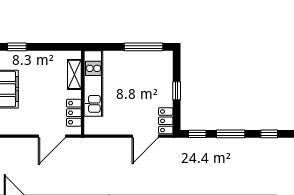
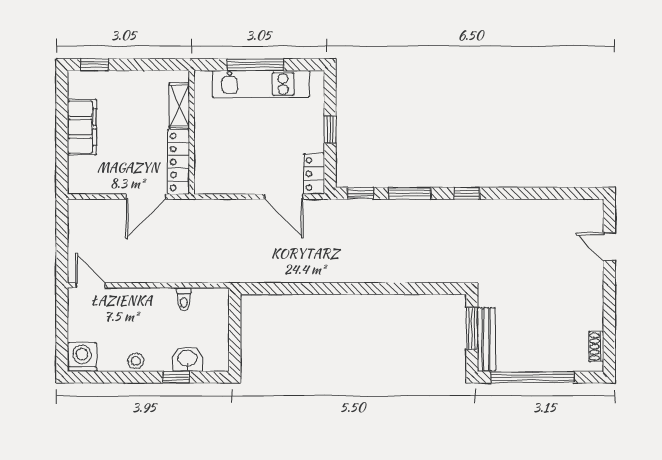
window: (144, 47) -> (255, 65), moved
kitchen unit: (93, 83) -> (261, 84), moved, turned 90
locker: (74, 113) -> (179, 162), width x1.53
door: (145, 136) -> (284, 197), hinge flipped

